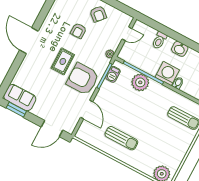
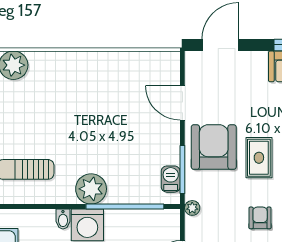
armchair: (83, 79) -> (214, 147), turned -90
plant: (140, 82) -> (91, 189), moved
sun lounger: (121, 138) -> (105, 87), removed

